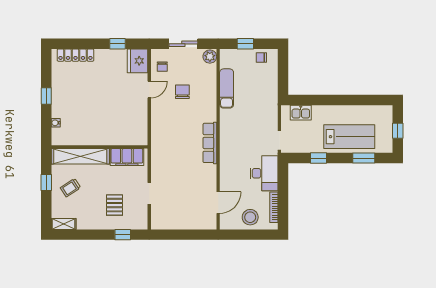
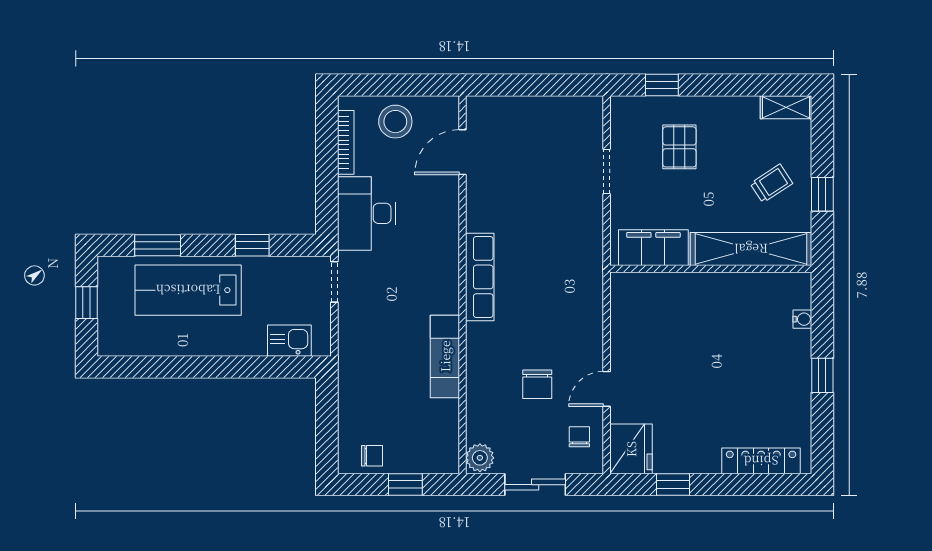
exam couch: (227, 88) -> (445, 356), moved

